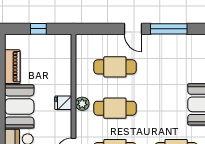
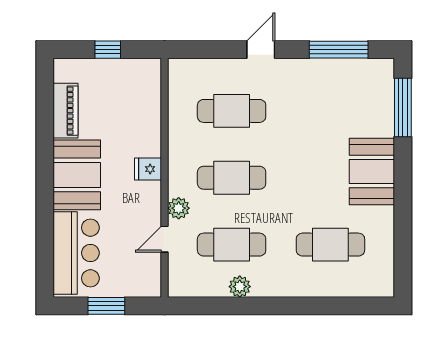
door: (133, 29) -> (261, 50), swing flipped
window: (169, 29) -> (339, 50), moved
plant: (82, 104) -> (179, 208), moved

